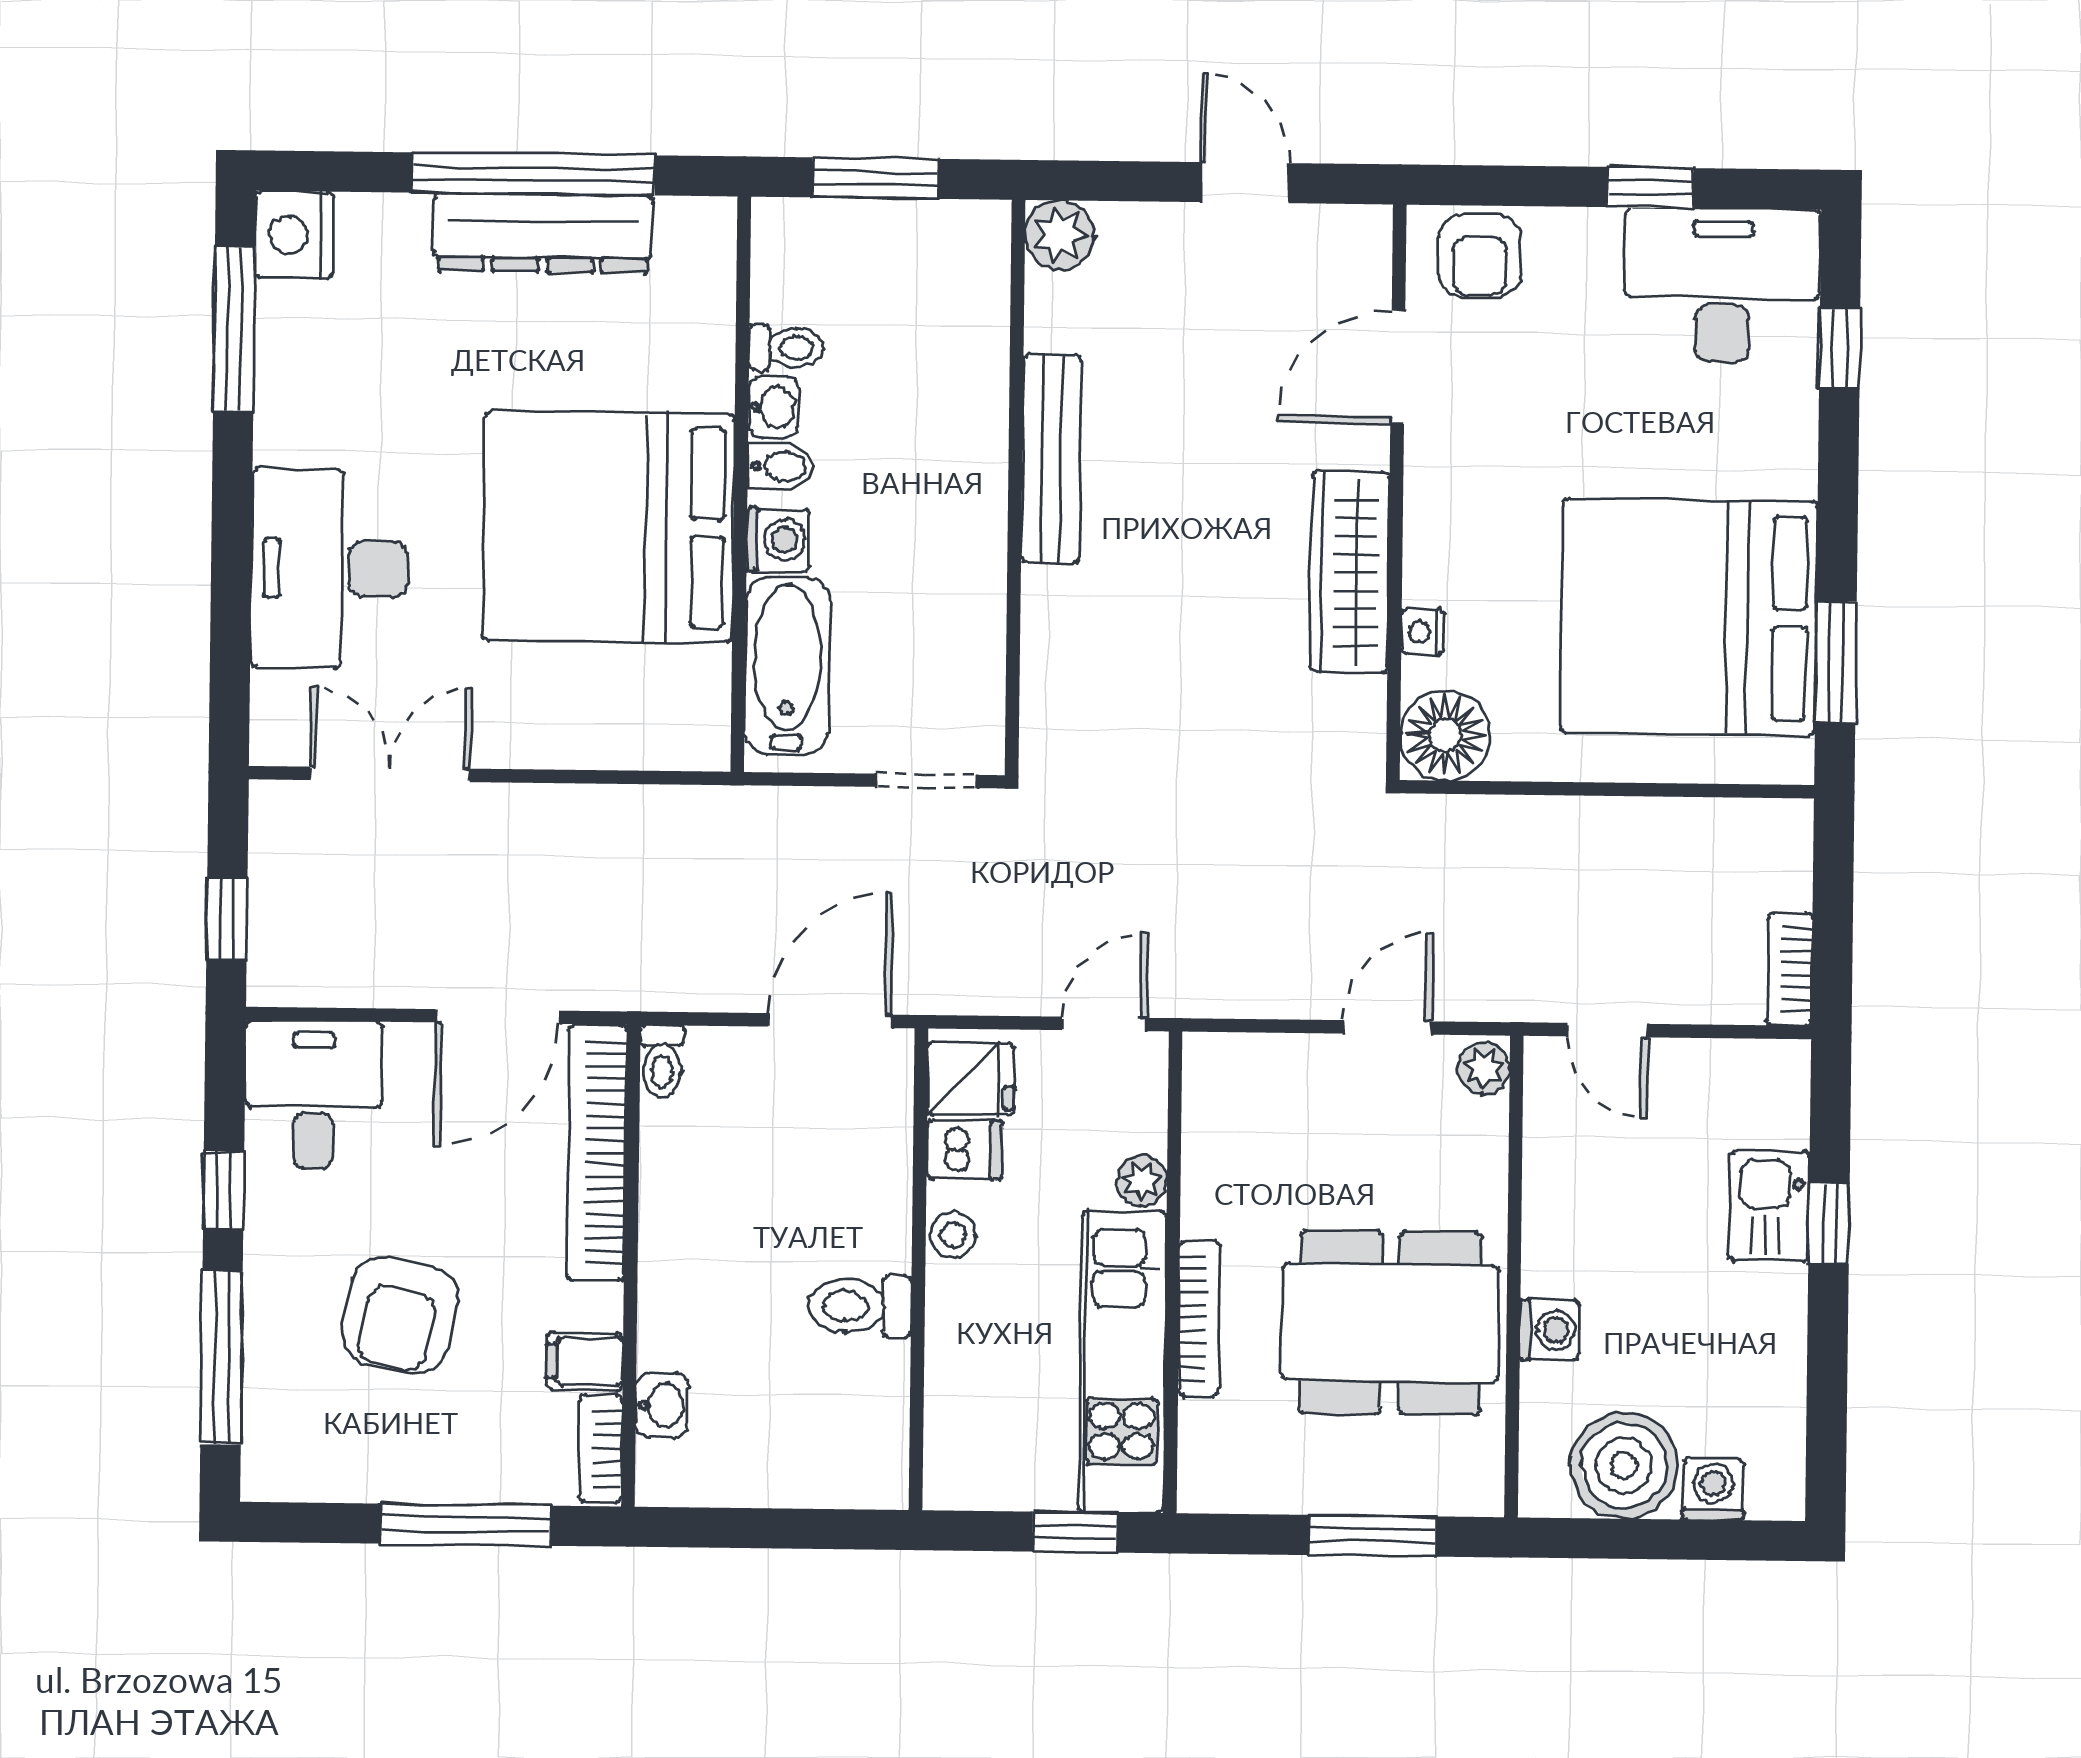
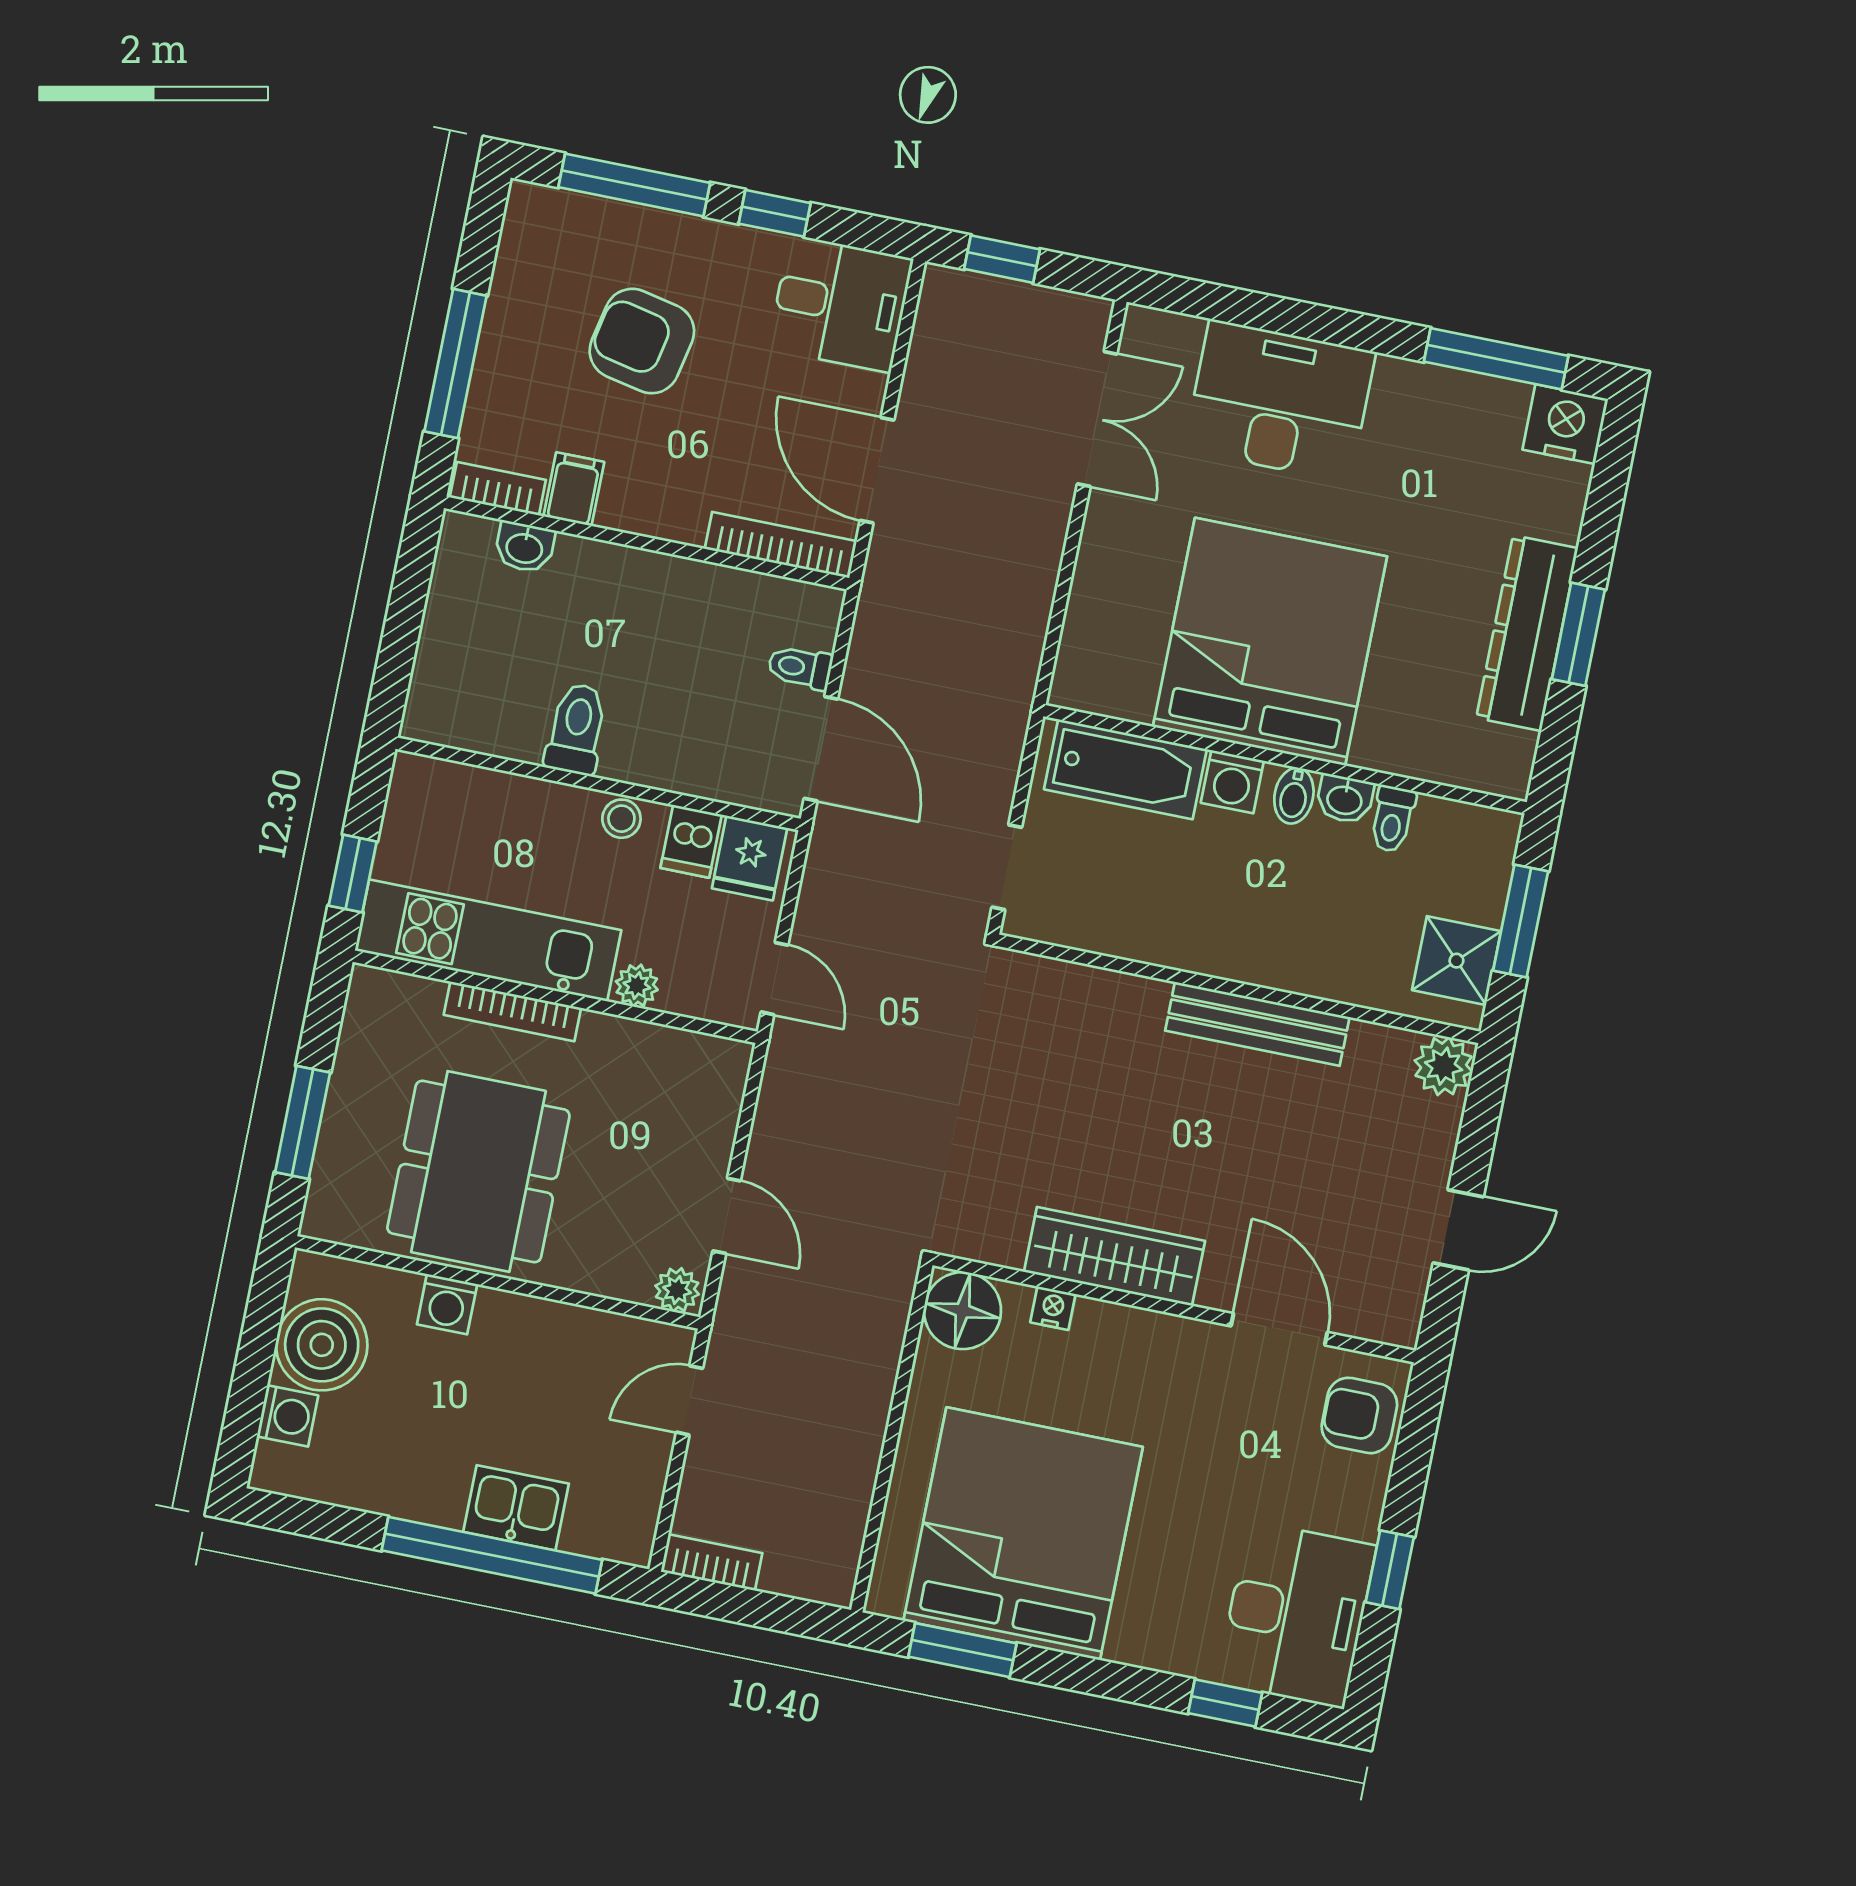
window: (533, 174) -> (1578, 634), width x0.47
shower: (935, 243) -> (1456, 961), added
toilet: (662, 1061) -> (800, 667), moved
bookcase: (596, 1152) -> (781, 545), width x0.68, depth x0.76
window: (1829, 1224) -> (492, 1555), width x3.17

